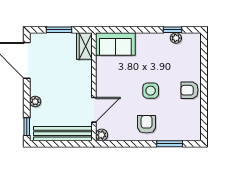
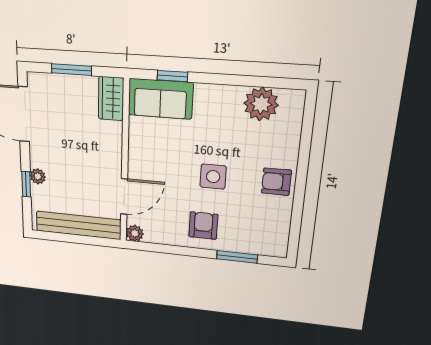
window: (173, 30) -> (172, 76), moved
plant: (176, 38) -> (261, 104), width x1.88, depth x1.88
window: (27, 127) -> (26, 184), moved

